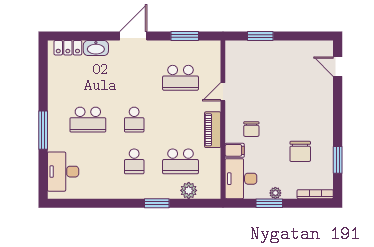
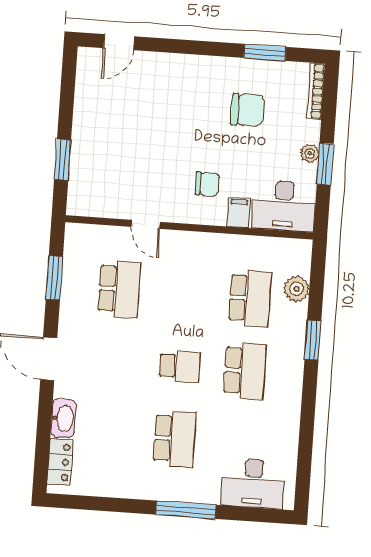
piano: (213, 130) -> (204, 244), removed
school desk: (134, 161) -> (245, 371), width x1.85

